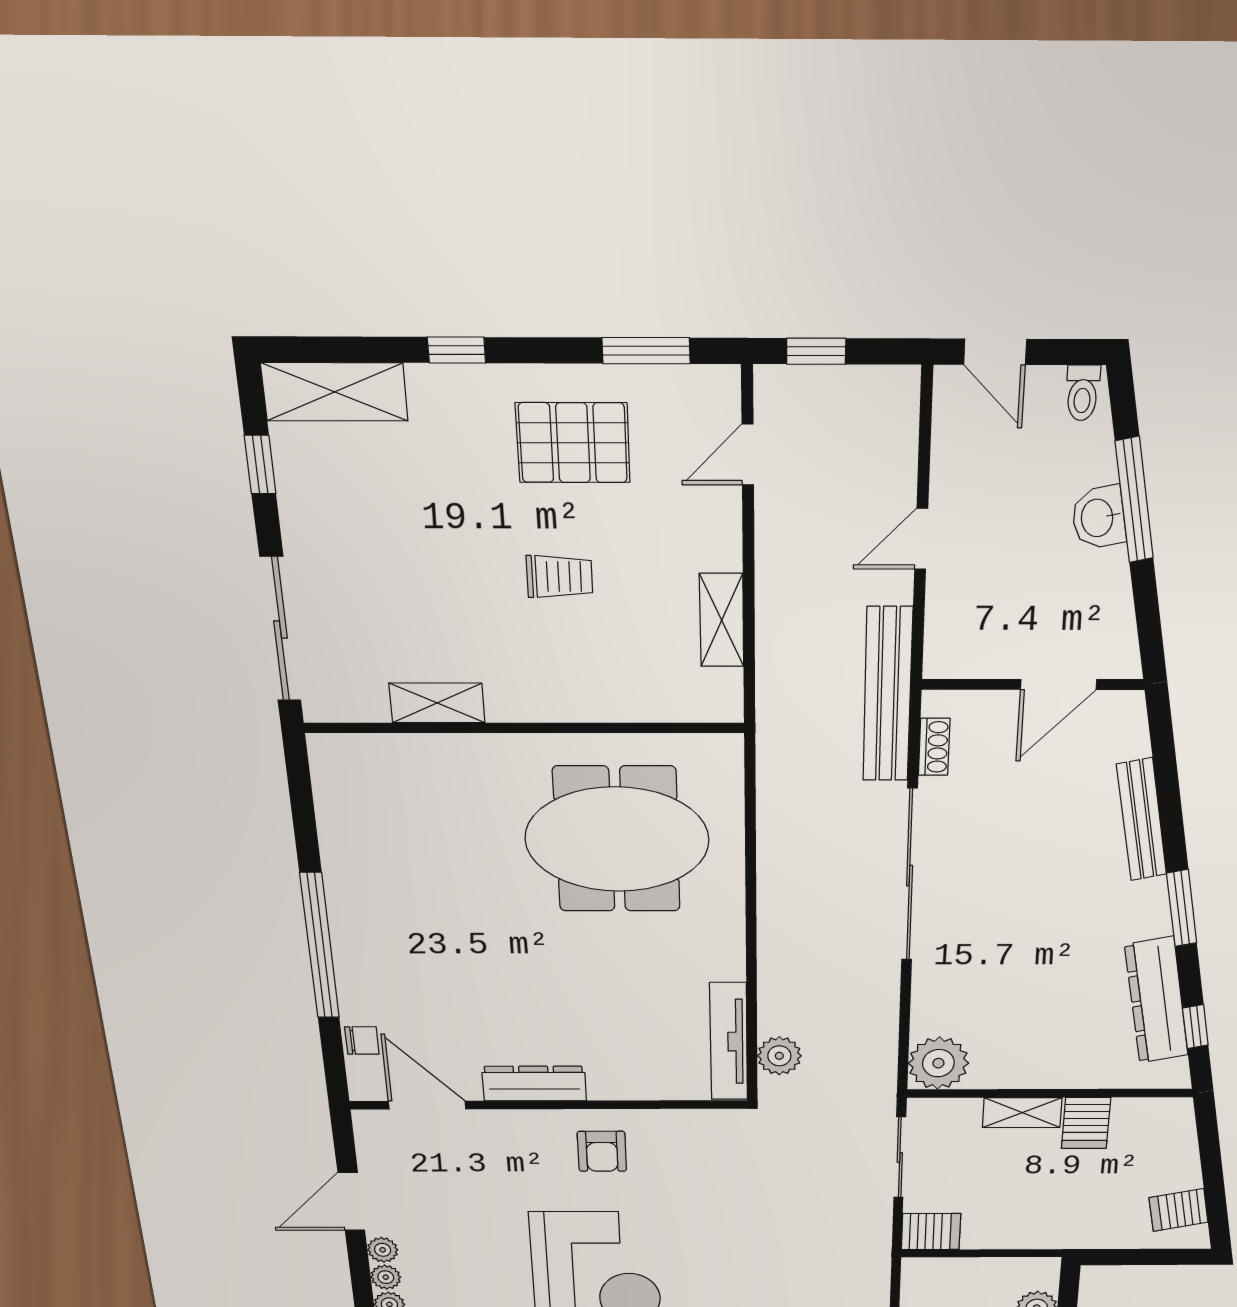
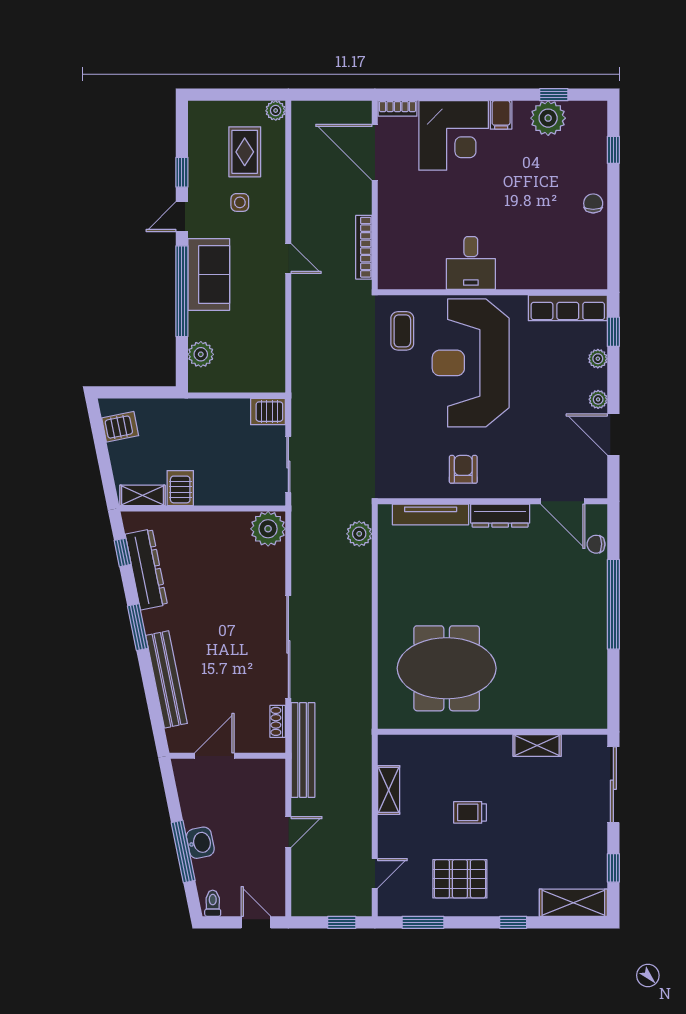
bench: (1142, 820) -> (166, 679), width x1.37, depth x1.21
tv unit: (729, 1042) -> (431, 514), moved, turned 90
shelving: (1022, 1113) -> (142, 495), moved
door: (351, 1202) -> (613, 434), swing flipped
plant: (386, 1277) -> (598, 379), removed

